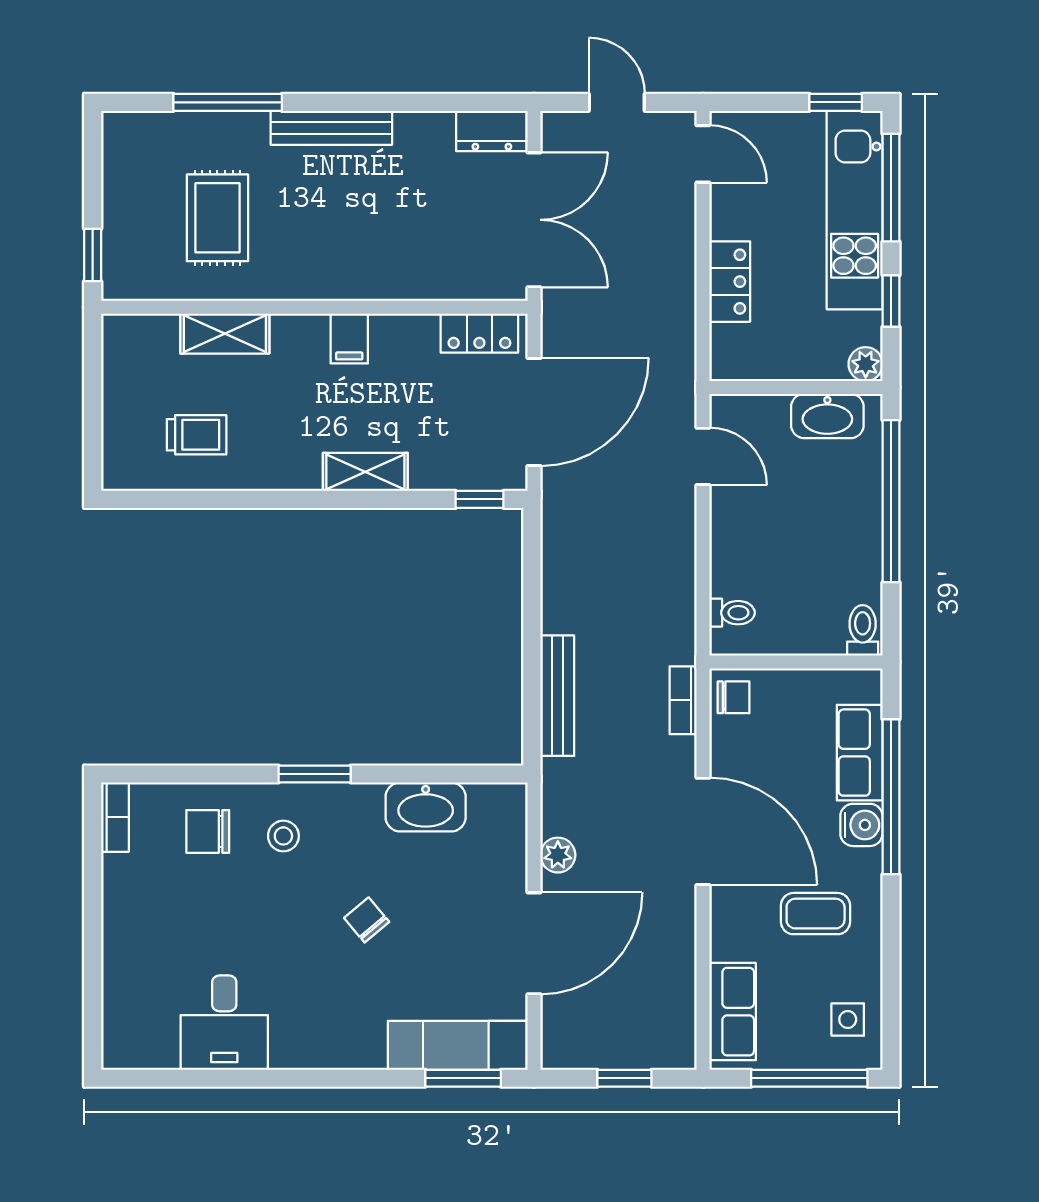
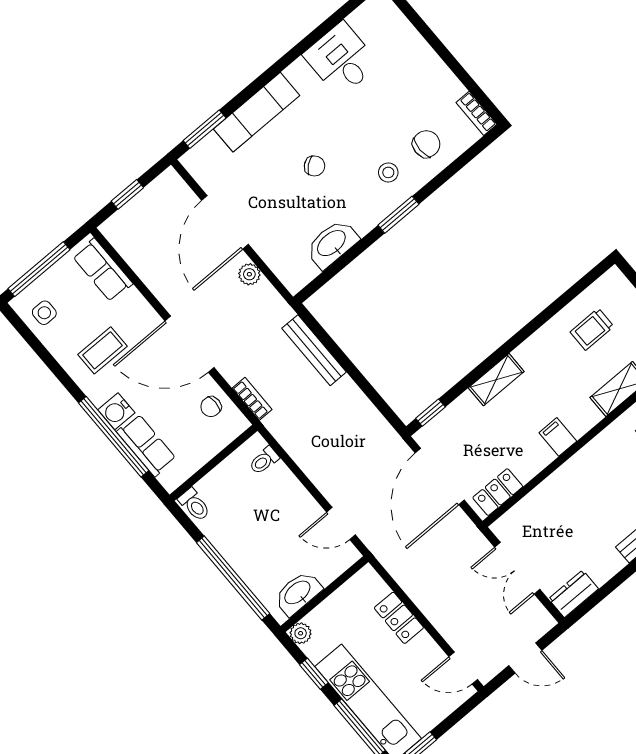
double door: (534, 220) -> (517, 568), width x0.73
chair: (734, 697) -> (211, 407), moved
exam couch: (458, 1045) -> (257, 112), moved

